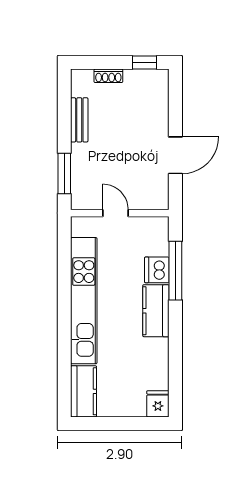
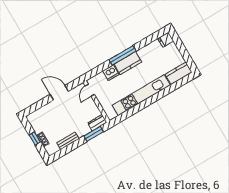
window: (145, 62) -> (35, 138), moved
dresser: (81, 192) -> (97, 123), added
door: (115, 213) -> (90, 90), moved
window: (175, 271) -> (122, 55), moved

